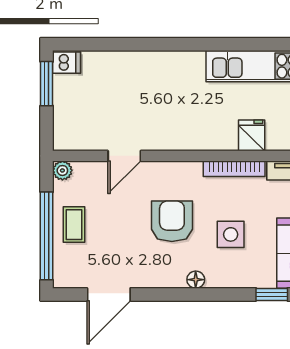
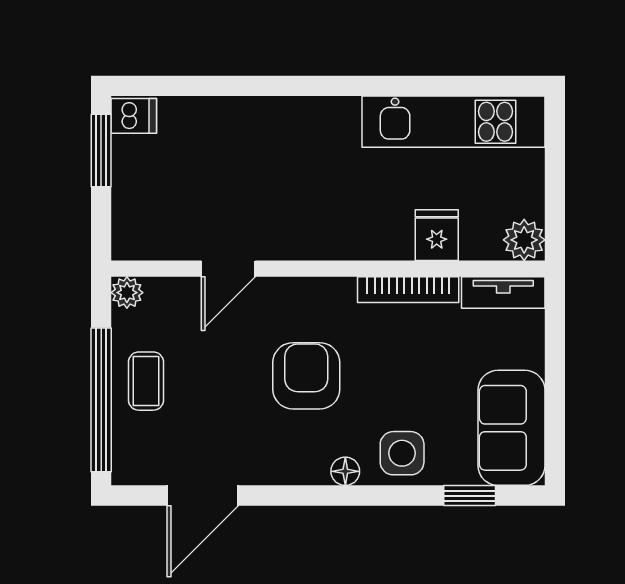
side table: (231, 234) -> (402, 453), moved

